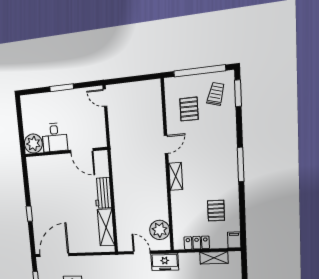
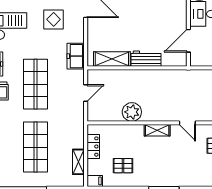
plant: (160, 230) -> (132, 112), moved
freezer: (165, 262) -> (76, 56), moved

